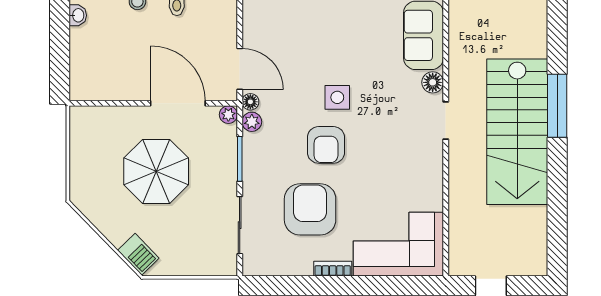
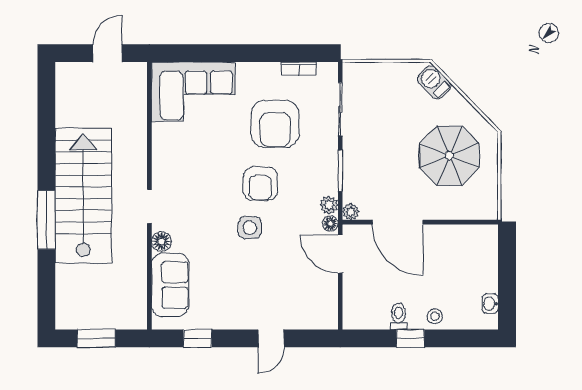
armchair: (326, 145) -> (260, 184), turned 180
parasol: (156, 171) -> (449, 156), moved
bookcase: (333, 269) -> (299, 69), moved

